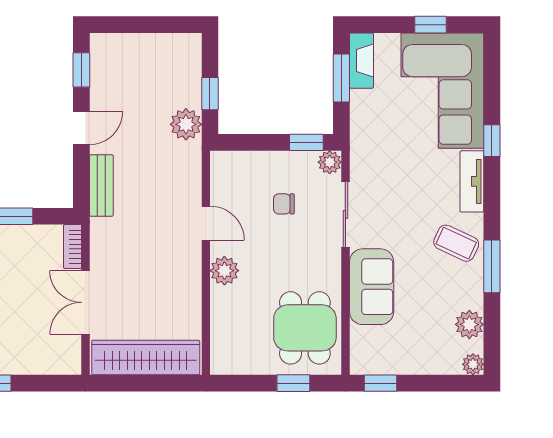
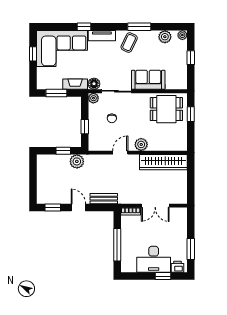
fireplace: (361, 61) -> (75, 84), moved
window: (306, 142) -> (85, 127), moved
floor lamp: (363, 163) -> (94, 84), added
wardrobe: (146, 358) -> (163, 162), moved, turned -90
window: (380, 383) -> (191, 58), moved

